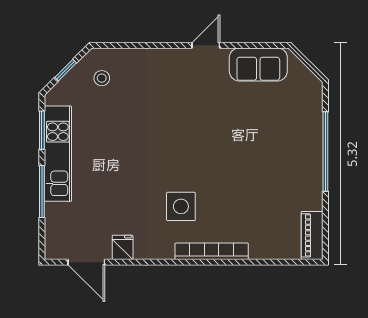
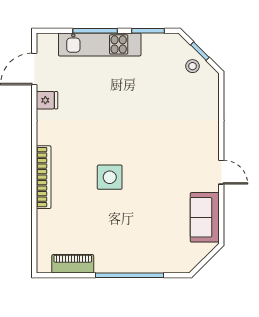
stool: (102, 78) -> (193, 66), moved
kitchen unit: (58, 154) -> (100, 44), moved
side table: (181, 206) -> (110, 177), moved
piano: (312, 235) -> (73, 264), moved

